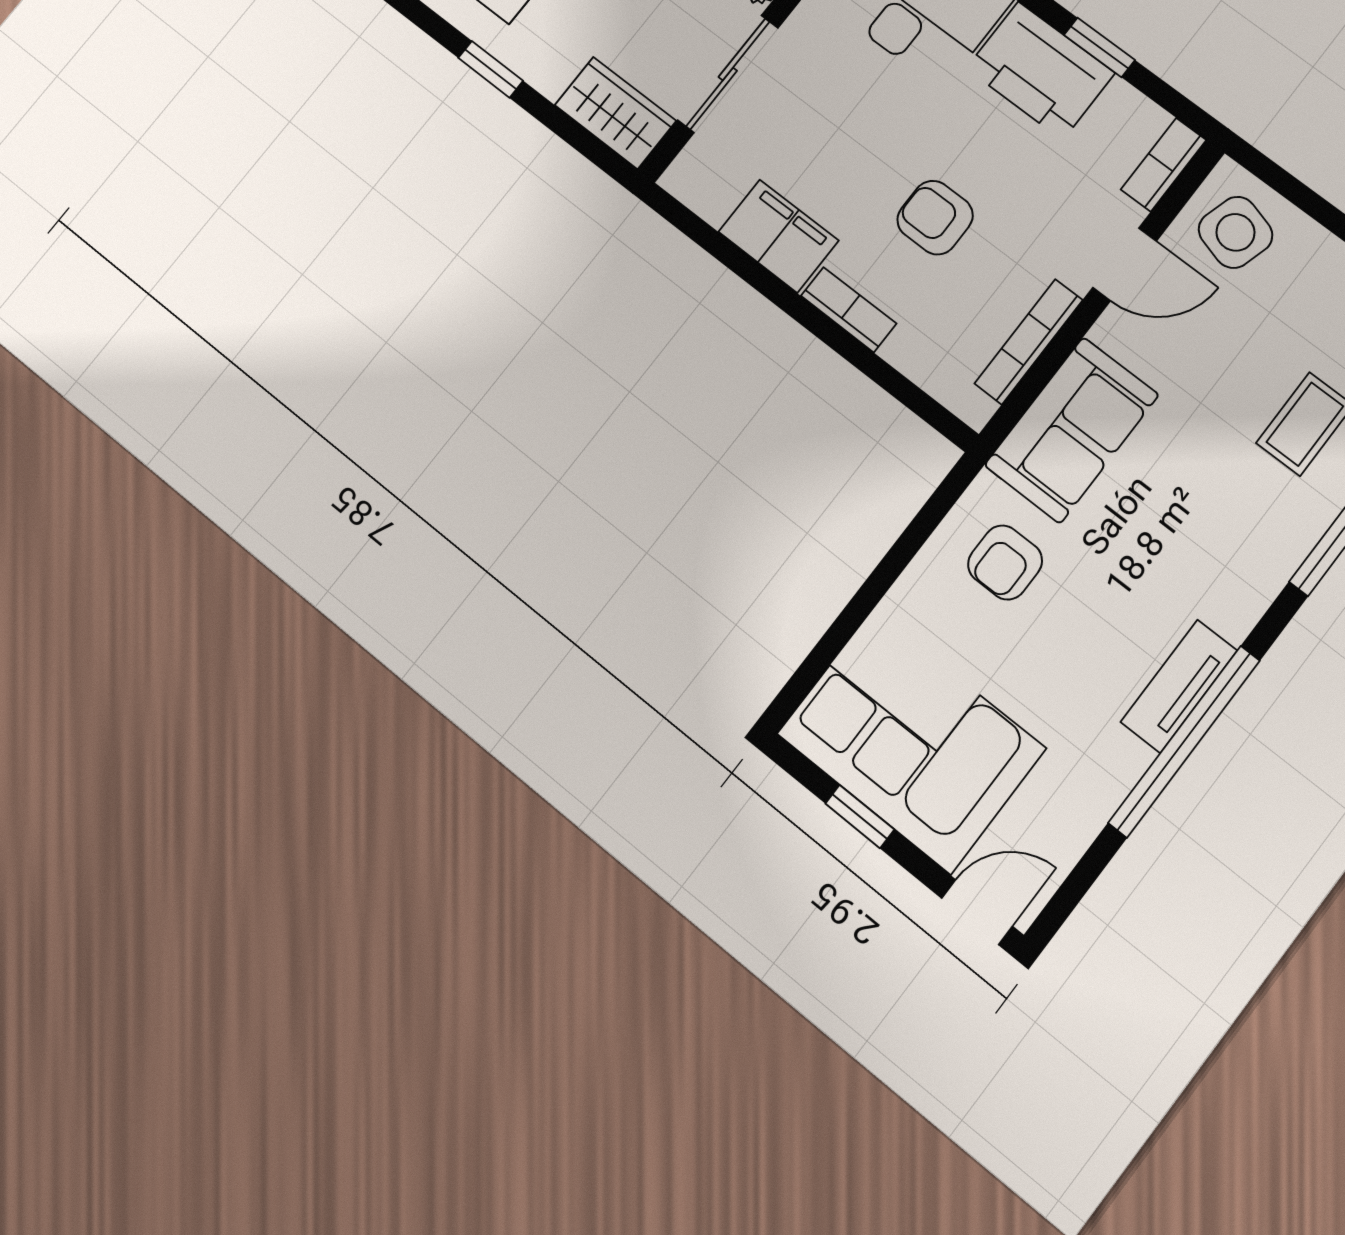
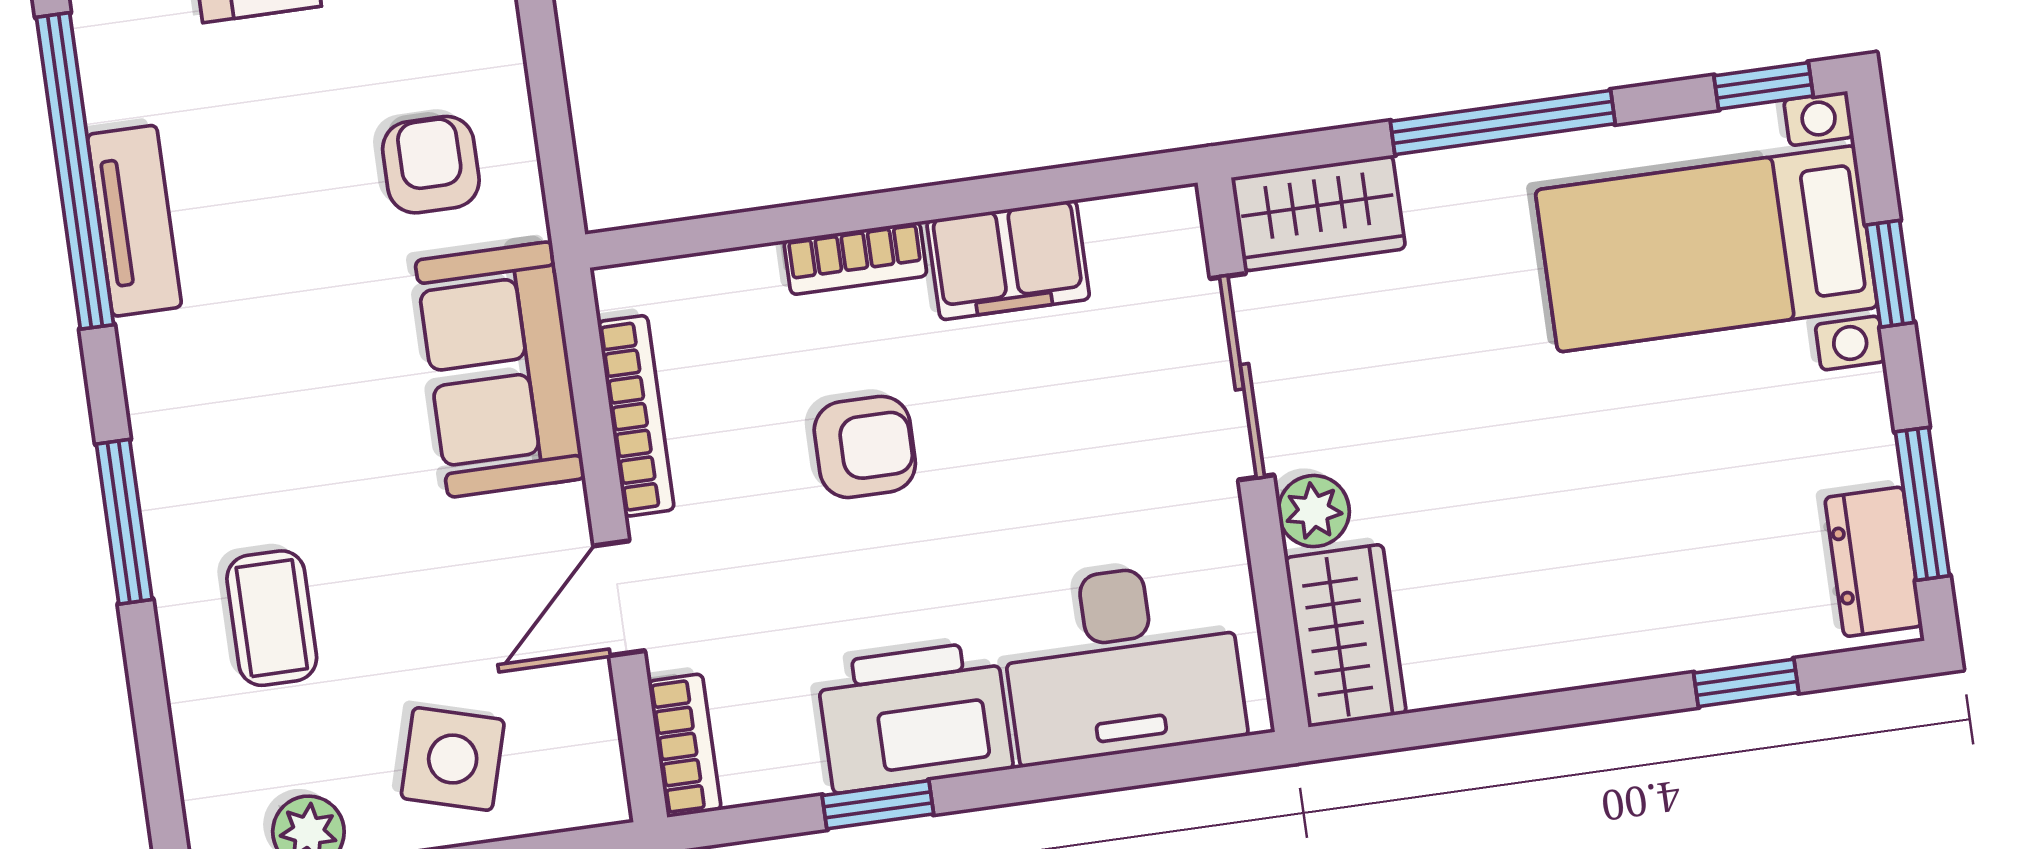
window: (491, 69) -> (1503, 122), width x2.17
side table: (1235, 232) -> (453, 759), moved

